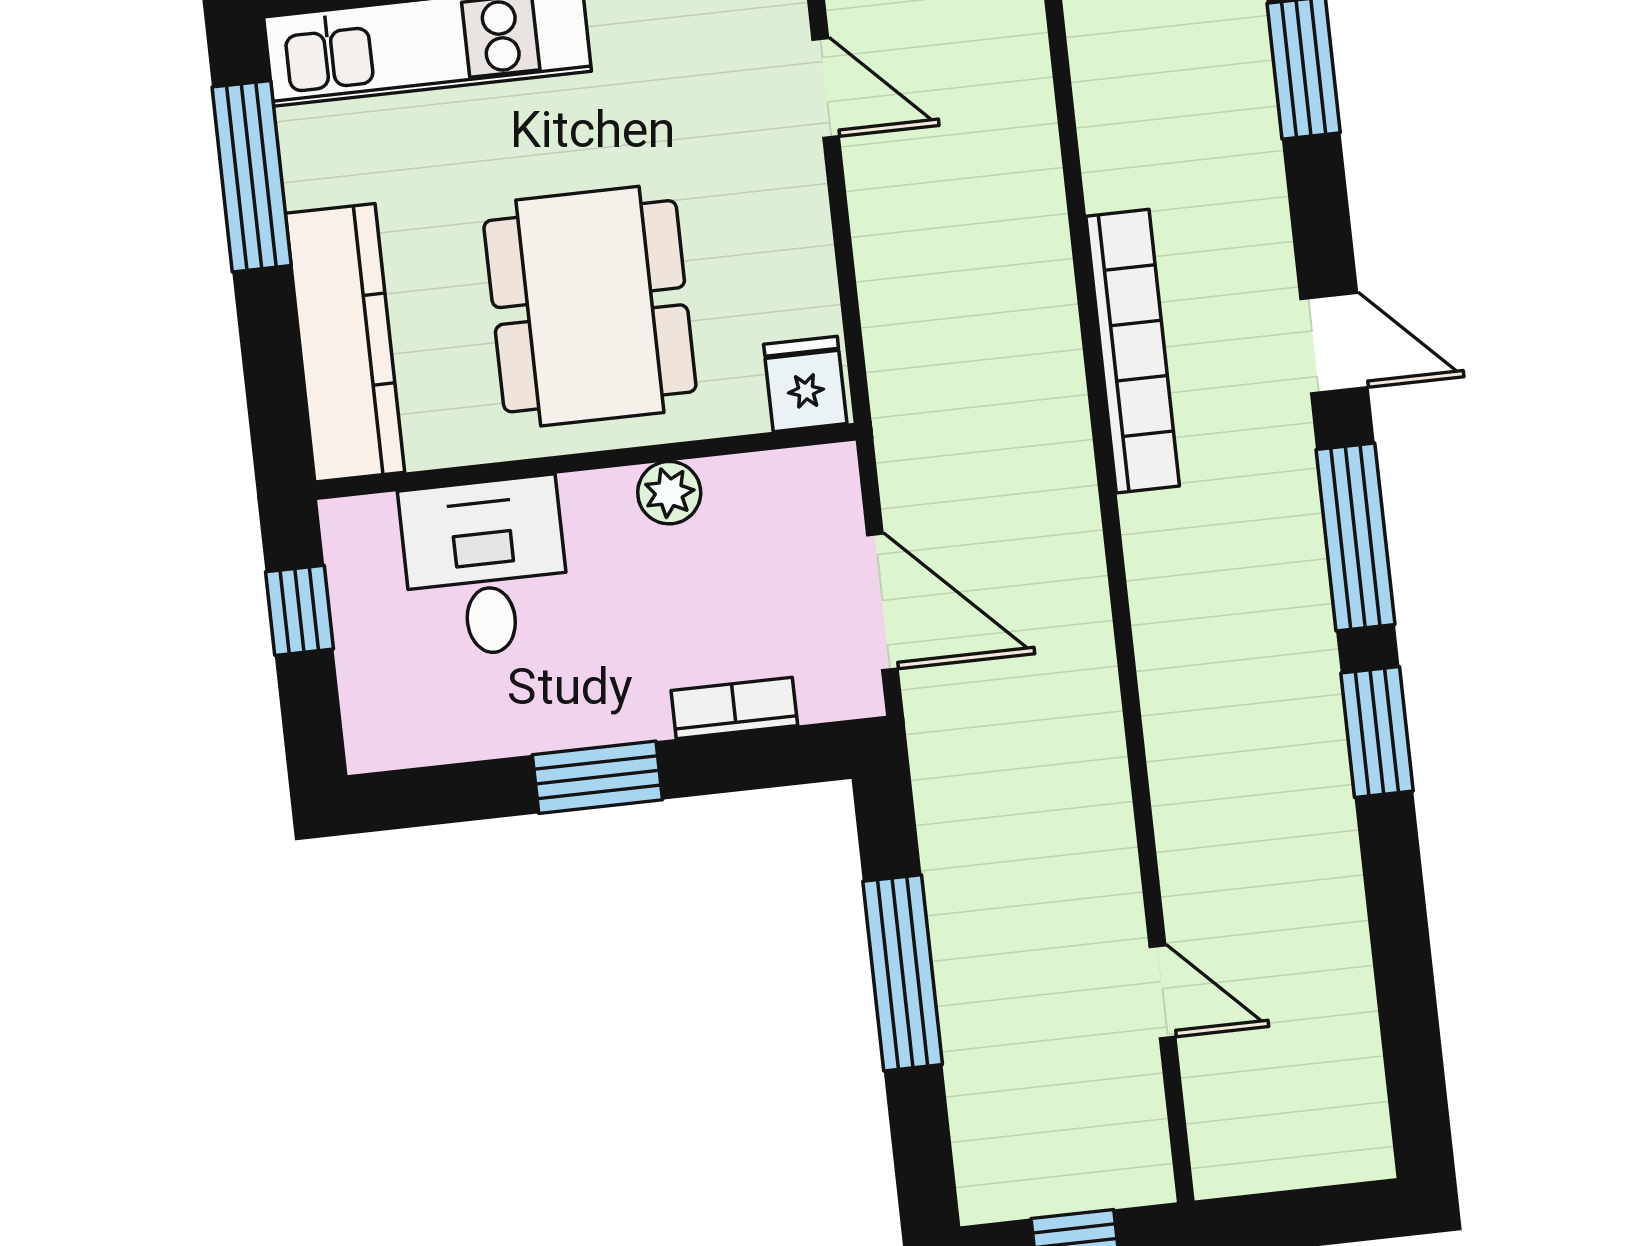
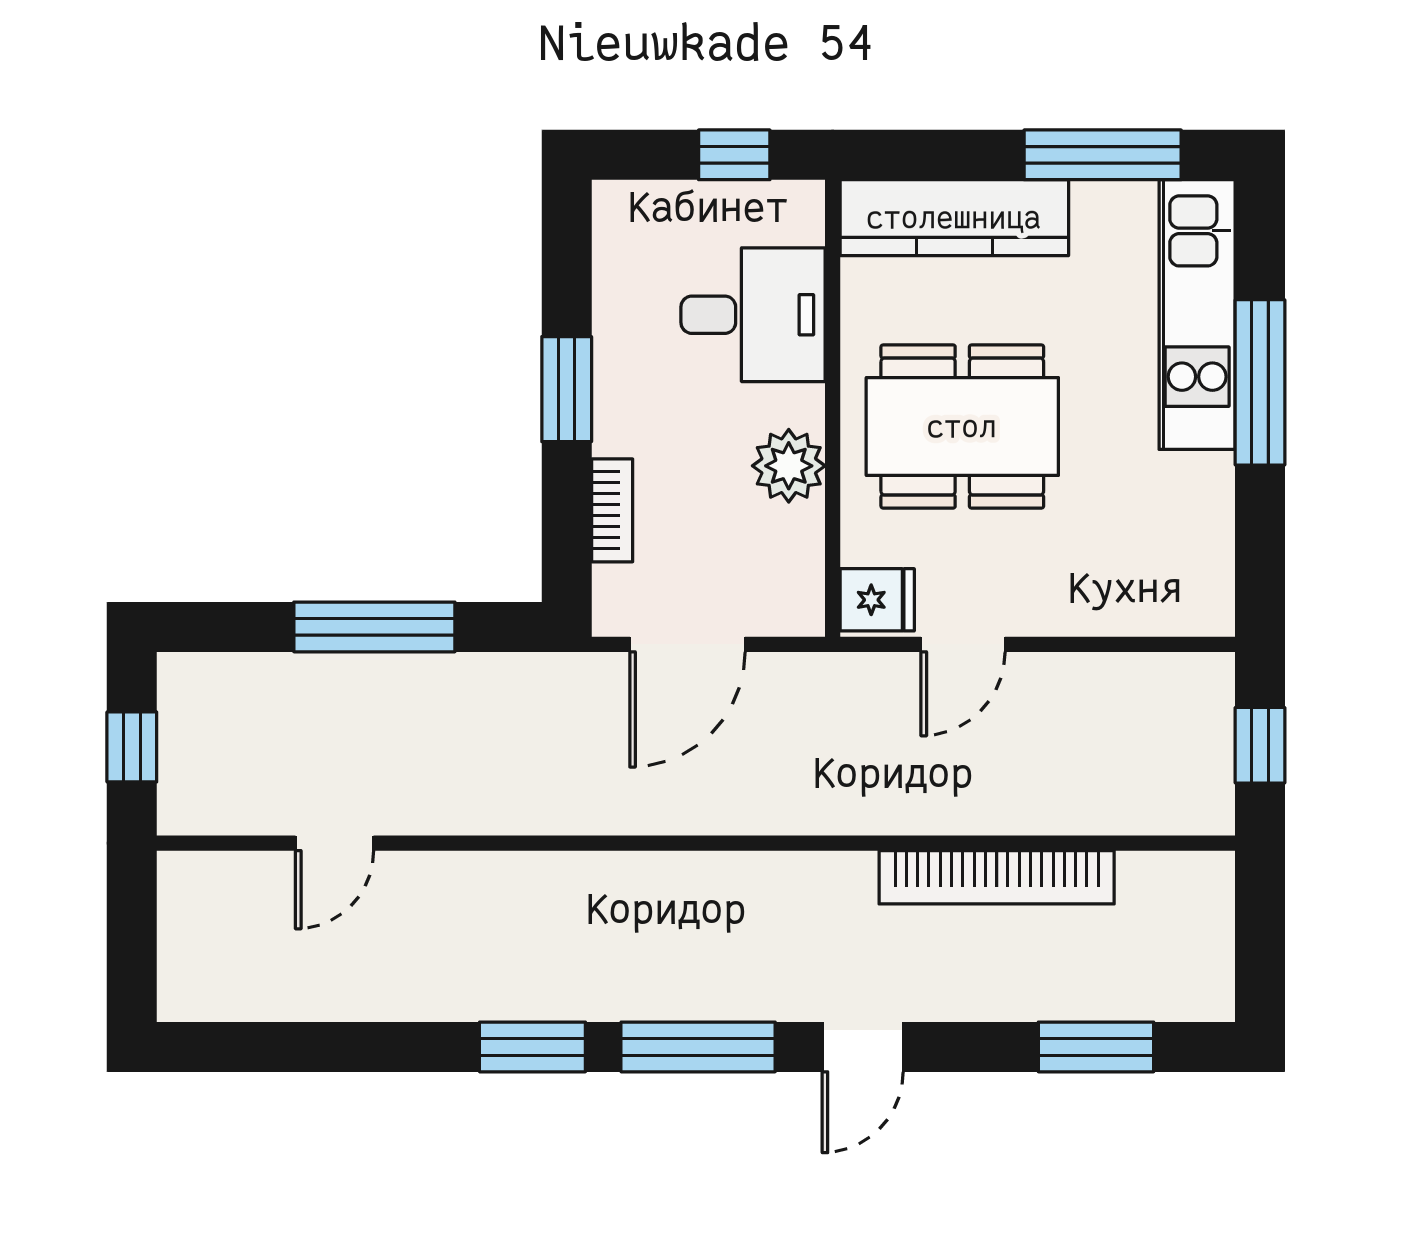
door: (826, 88) -> (963, 644), moved
bookcase: (1133, 351) -> (997, 877), moved
plant: (669, 493) -> (789, 466), width x1.38, depth x1.38

